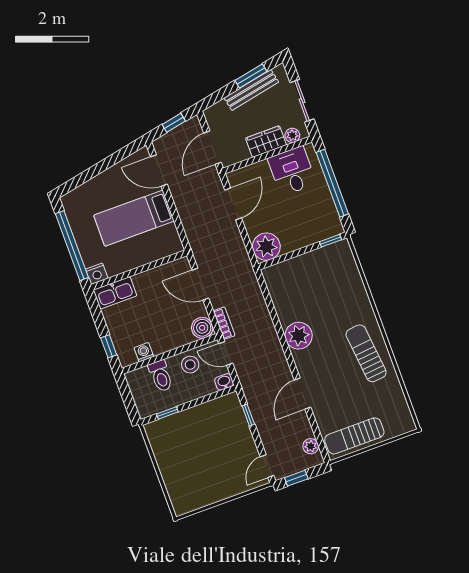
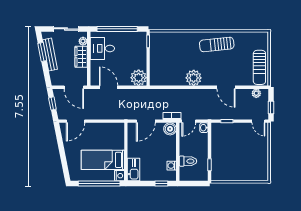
bed: (134, 218) -> (103, 160), moved, turned 90
stool: (190, 365) -> (188, 143), removed

